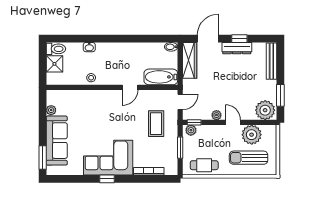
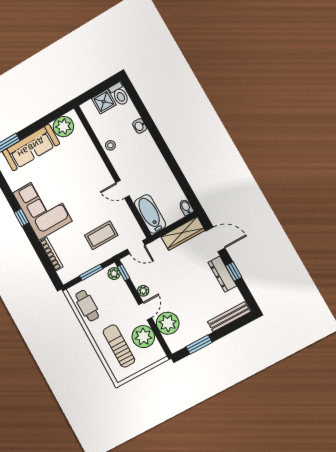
plant: (51, 110) -> (63, 127), width x1.88, depth x1.88
plant: (265, 110) -> (168, 323), moved

